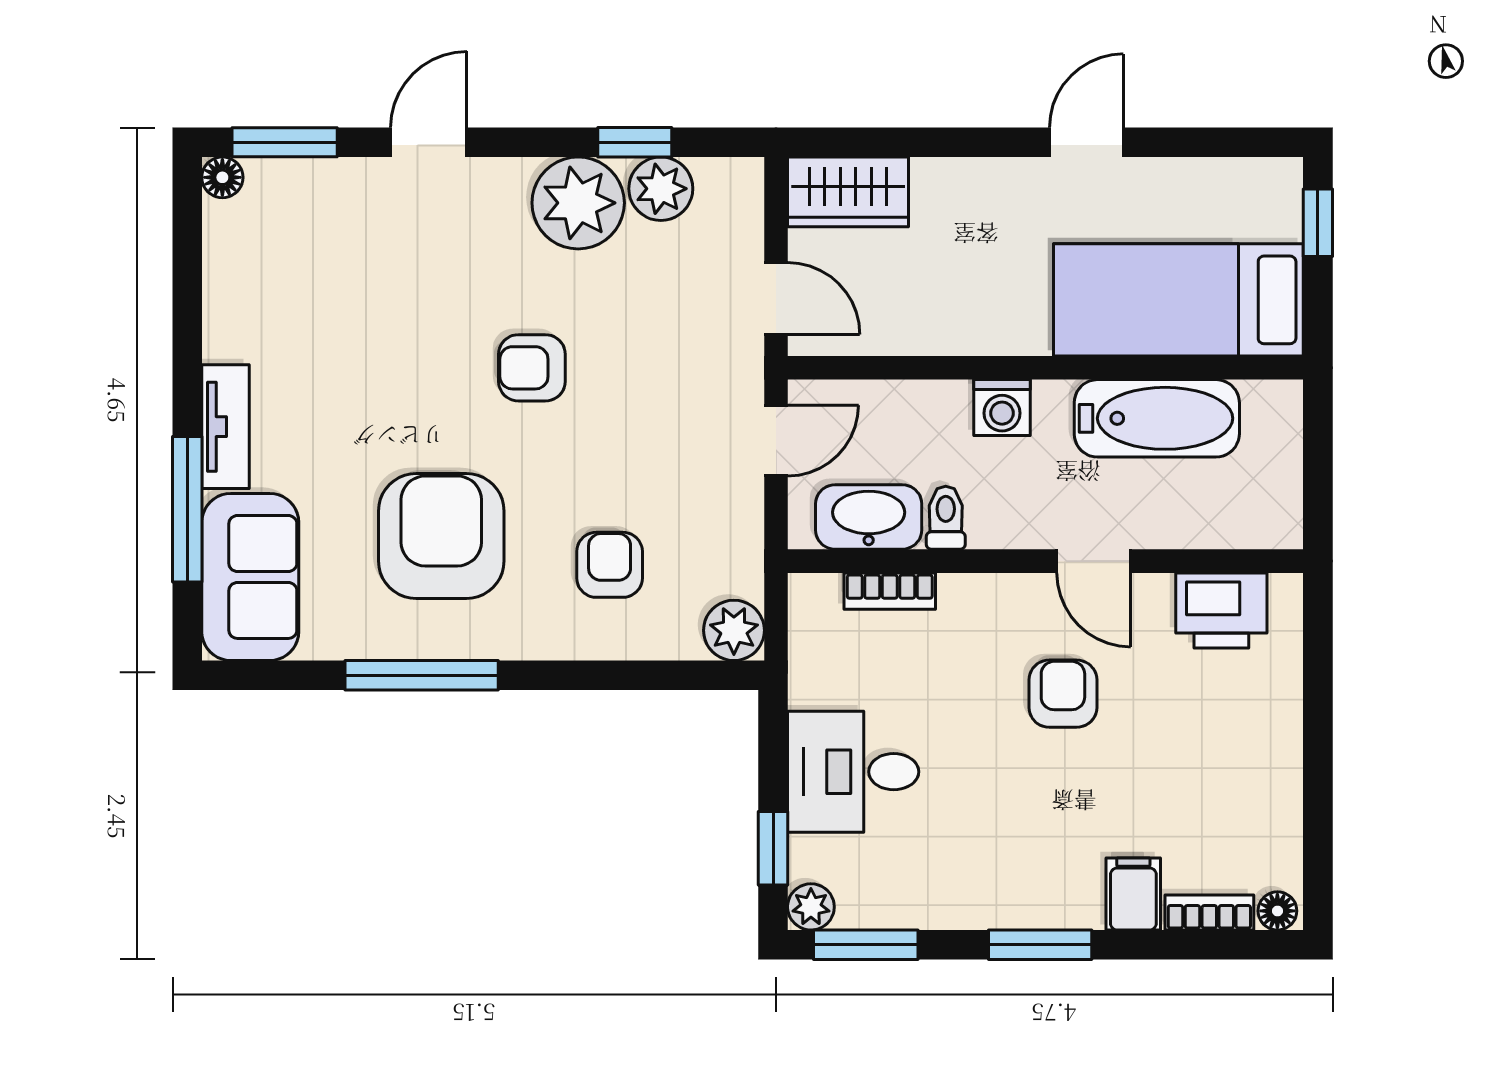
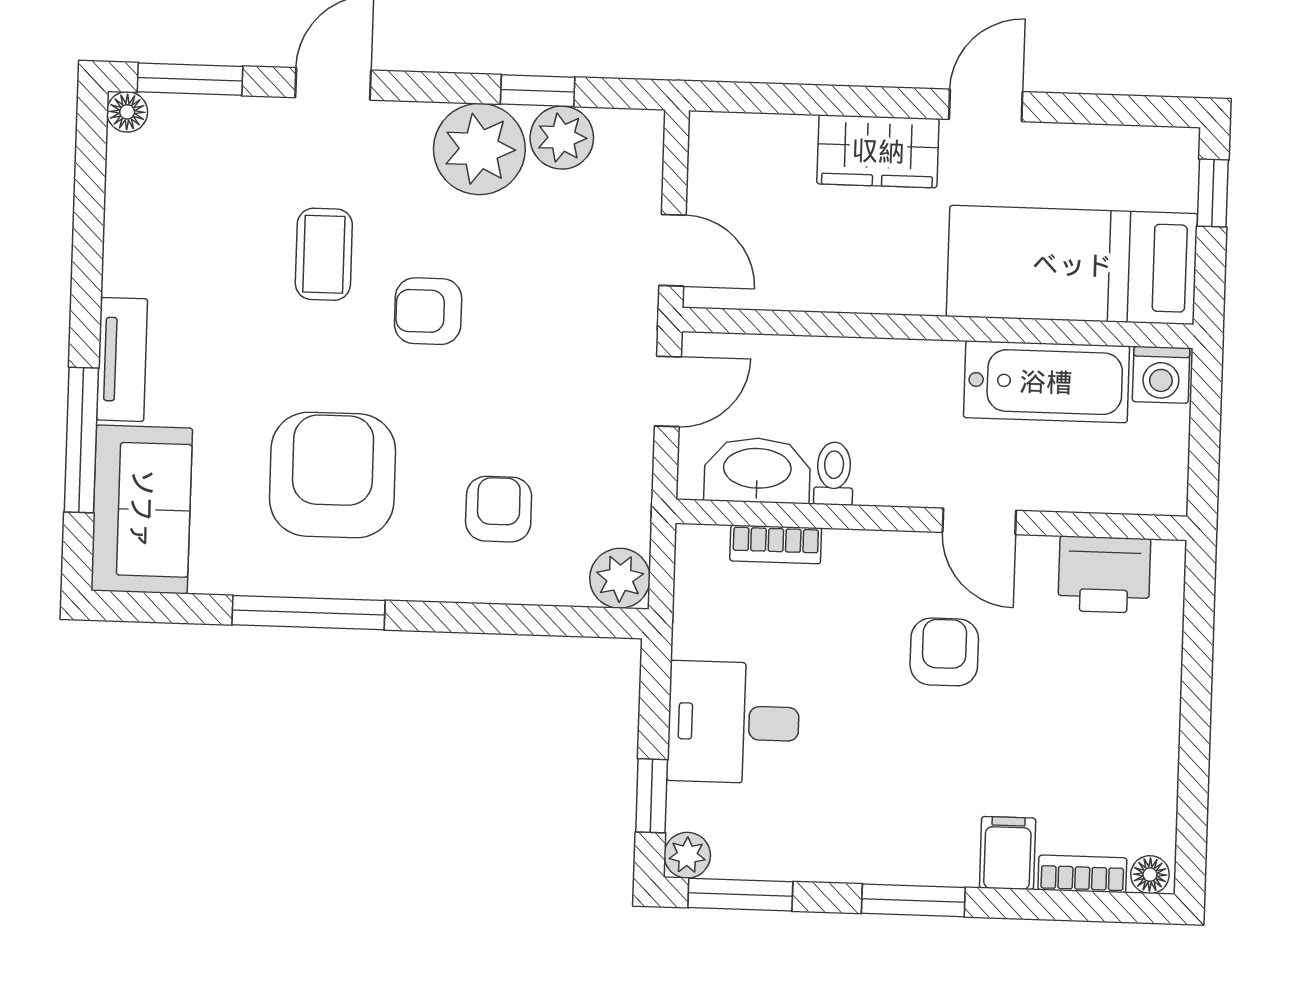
wardrobe: (848, 192) -> (878, 151), moved
coffee table: (425, 314) -> (324, 254), added
washing machine: (1002, 407) -> (1161, 375), moved

